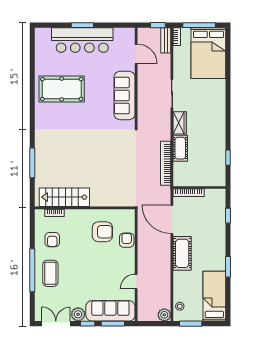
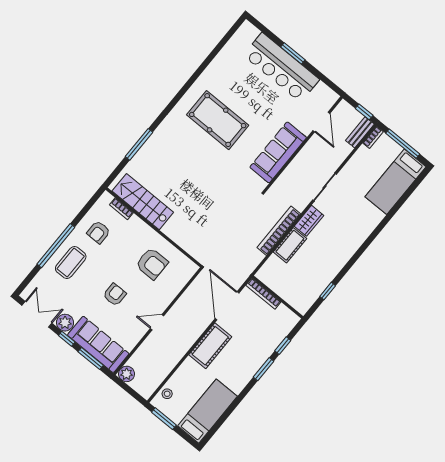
bed: (208, 53) -> (396, 182), width x0.67
pool table: (62, 89) -> (218, 120), moved
bookcase: (166, 163) -> (279, 231), moved
armchair: (127, 240) -> (115, 295), moved
window: (228, 267) -> (263, 369), moved
door: (136, 282) -> (157, 322), moved
plant: (164, 315) -> (127, 374), moved

